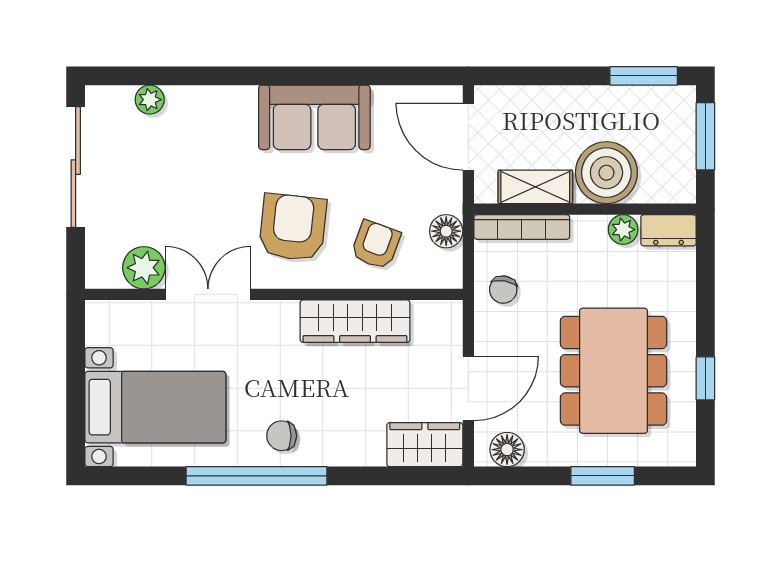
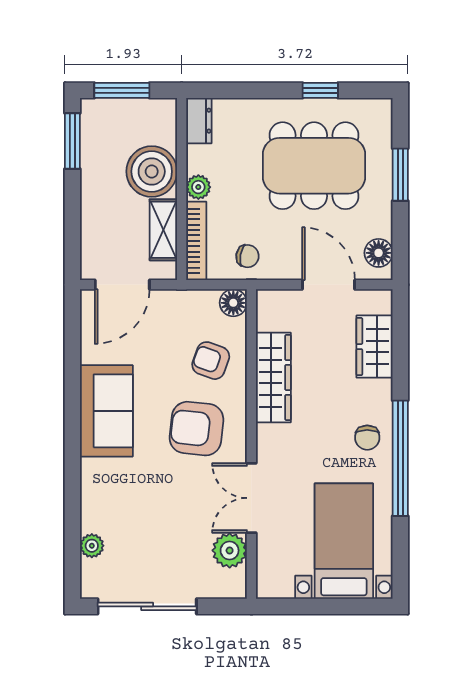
plant: (623, 230) -> (198, 187), moved
floor lamp: (446, 231) -> (233, 303), moved
wardrobe: (425, 445) -> (375, 347), moved

